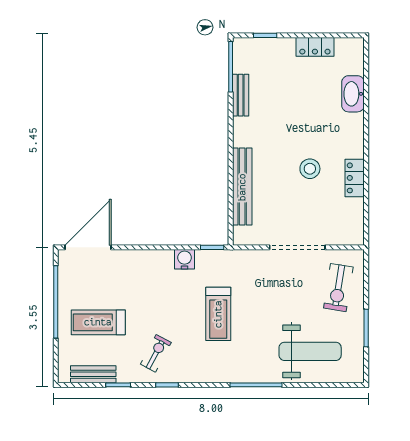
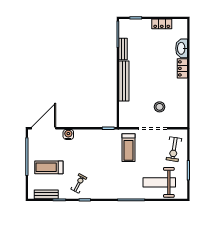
stool: (310, 169) -> (160, 107), moved
locker: (355, 178) -> (182, 68), moved
bench: (242, 187) -> (124, 81), moved
water cooler: (185, 259) -> (68, 134), moved
treadmill: (218, 314) -> (128, 148), moved
weight bench: (310, 351) -> (159, 182), turned 180

